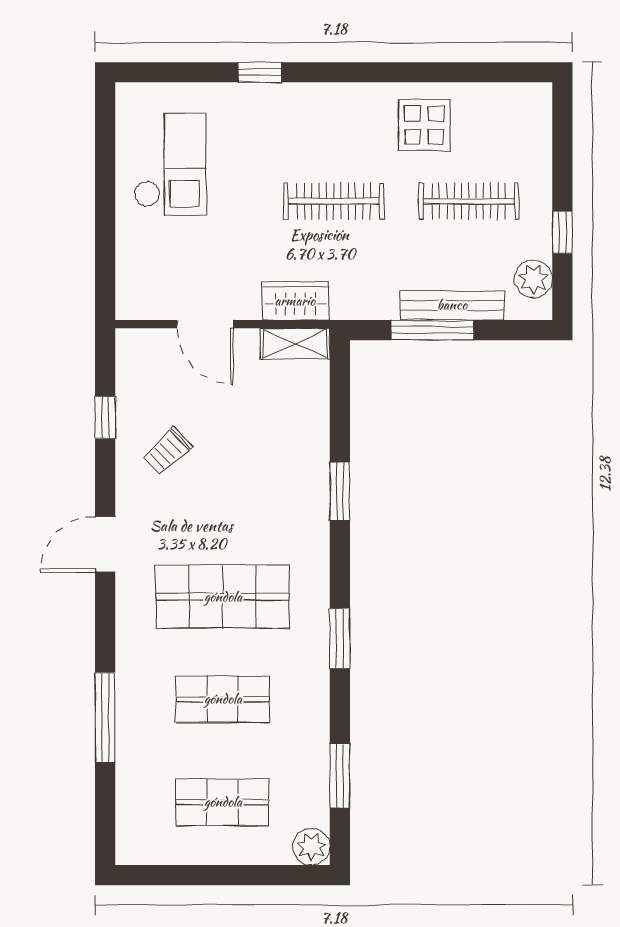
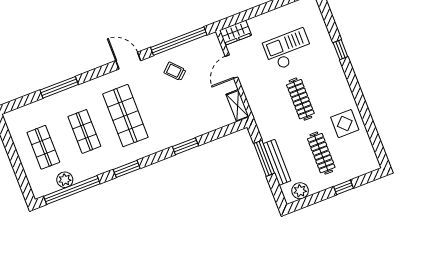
checkout: (170, 164) -> (288, 50), moved, turned 180
window: (562, 233) -> (344, 187), moved
wardrobe: (295, 301) -> (235, 33), moved, turned 90
window: (105, 418) -> (179, 41), width x3.17
window: (340, 776) -> (72, 190), width x2.11
plant: (311, 847) -> (65, 180), moved

